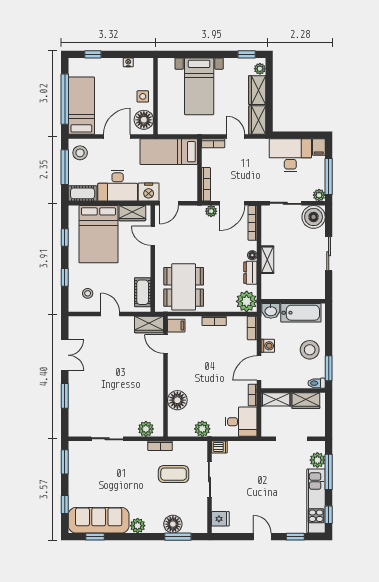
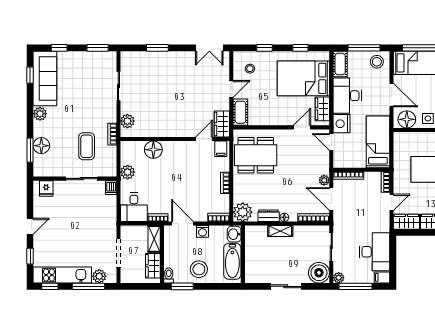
cot: (143, 292) -> (240, 112), moved, turned 90
double door: (65, 355) -> (209, 48), moved

